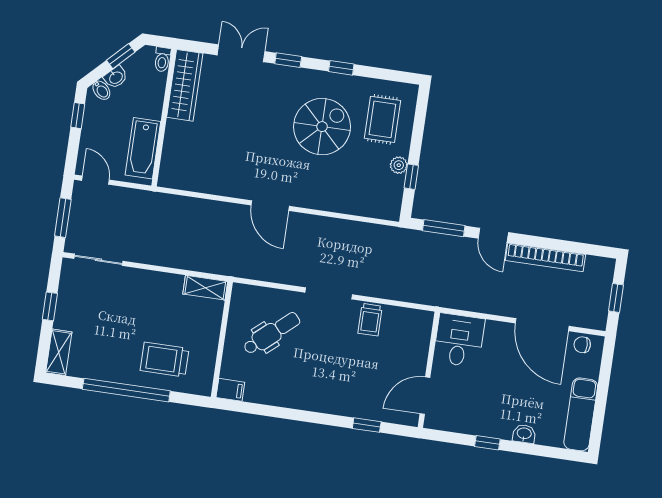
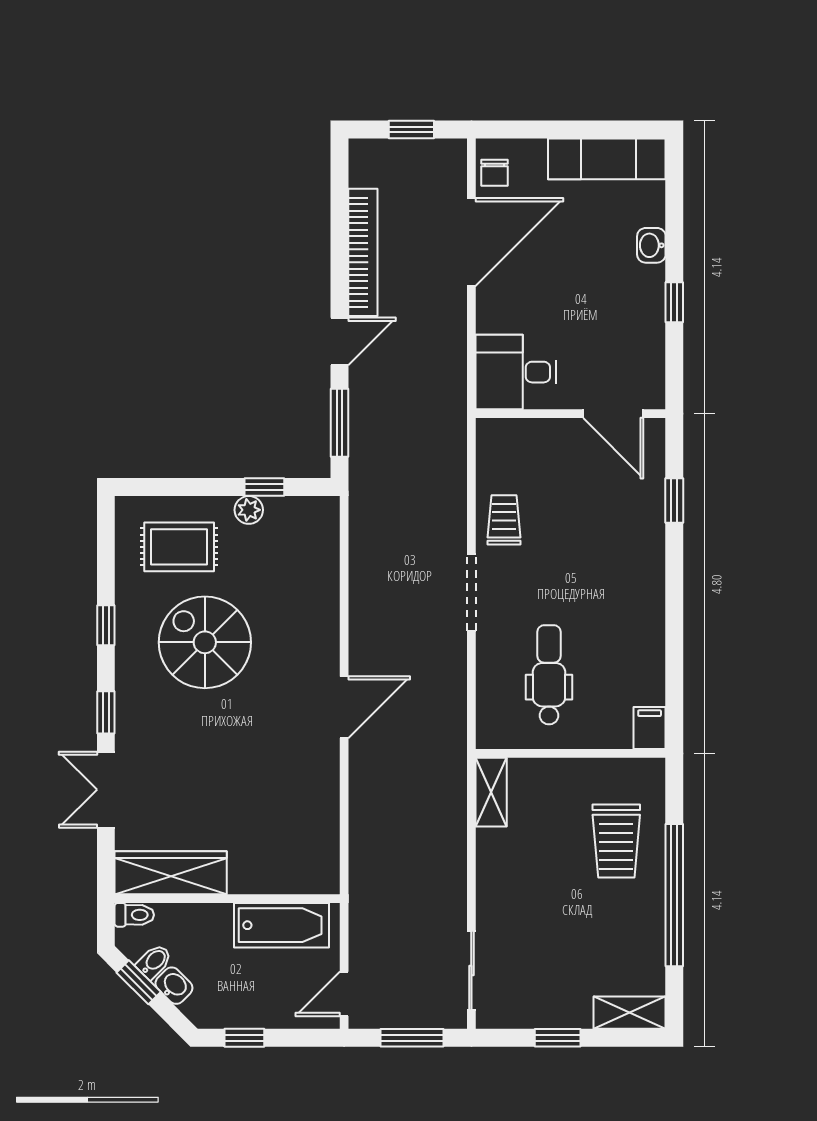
bidet: (101, 90) -> (154, 961), moved
trolley: (370, 320) -> (504, 520), turned -90
dental chair: (272, 333) -> (549, 675), turned 41

